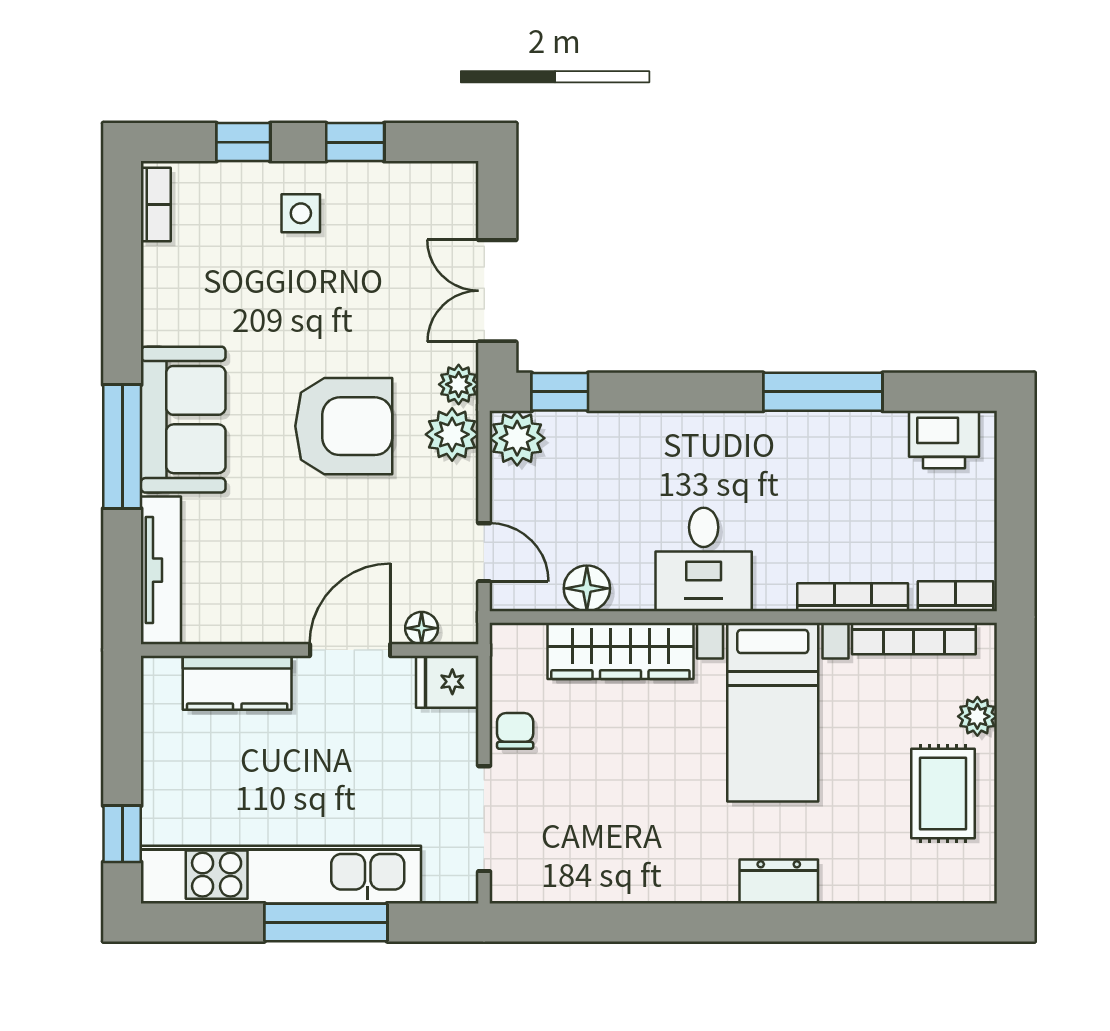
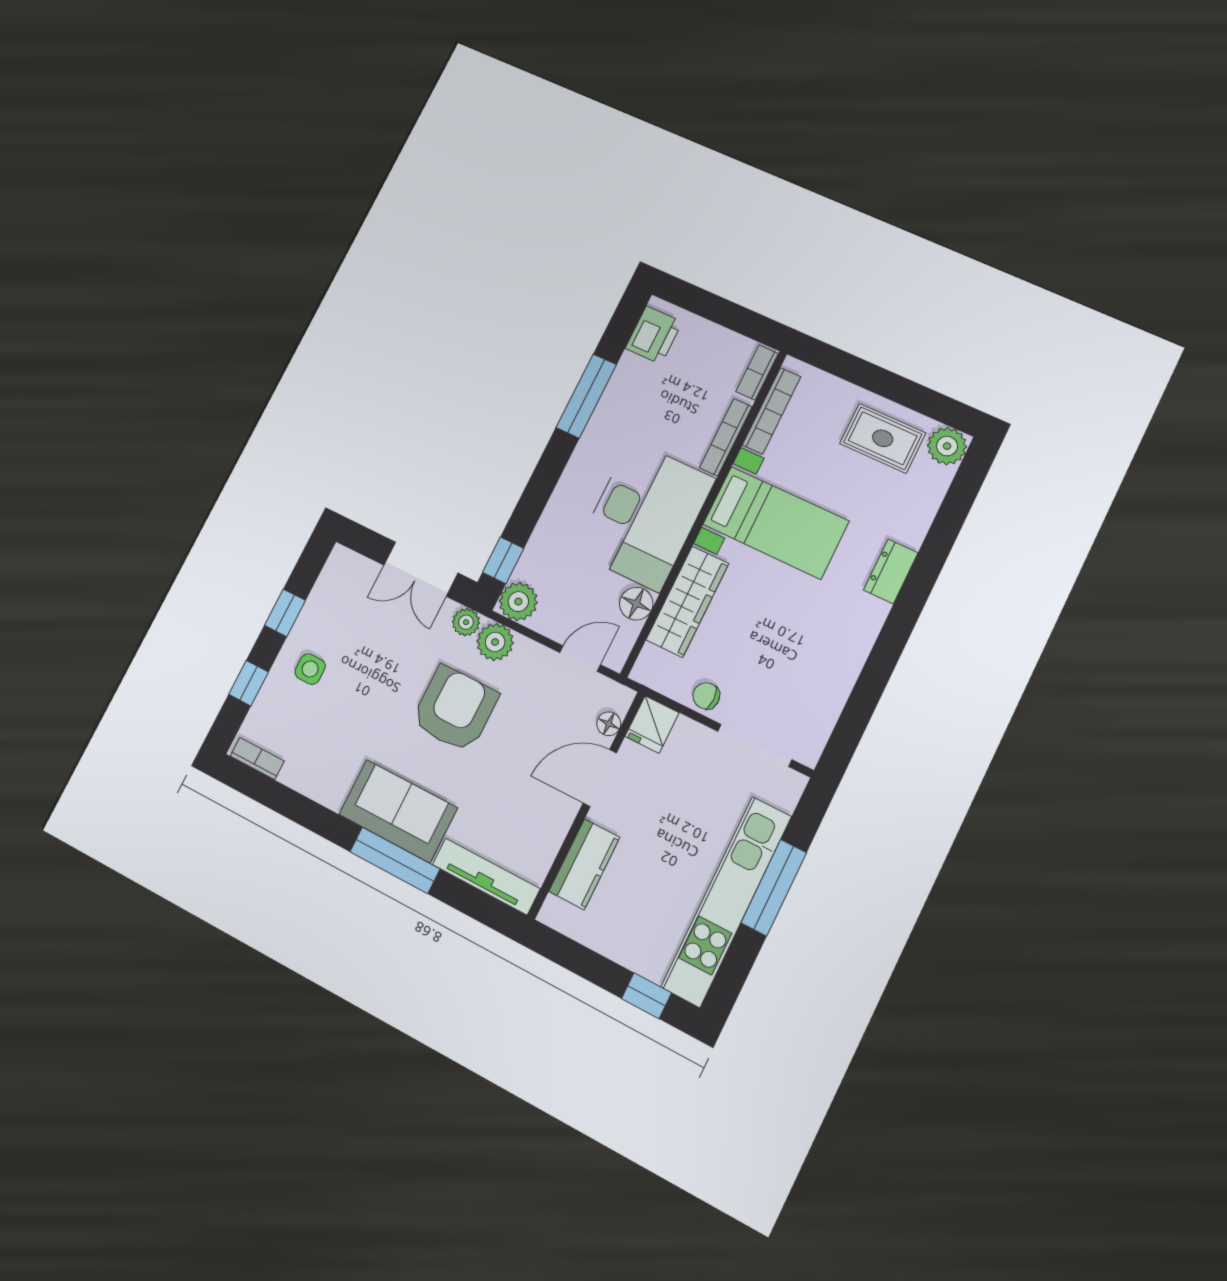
desk: (704, 560) -> (645, 515), width x1.87, depth x1.30
door: (350, 650) -> (600, 778), hinge flipped
plant: (977, 716) -> (947, 446), moved, width x1.38, depth x1.38

